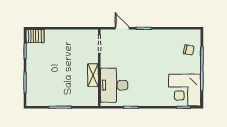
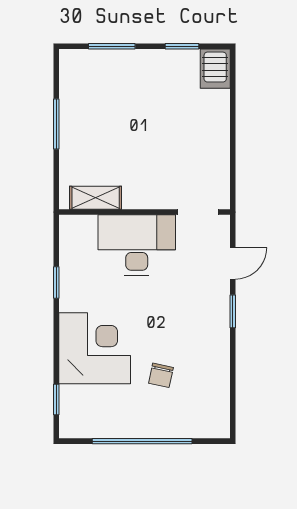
chair: (189, 50) -> (161, 375), moved
shelving: (93, 75) -> (96, 198), moved
desk: (114, 85) -> (137, 245), moved
corner desk: (185, 90) -> (95, 348), moved, turned 90

